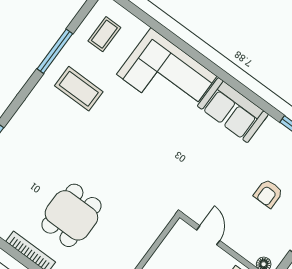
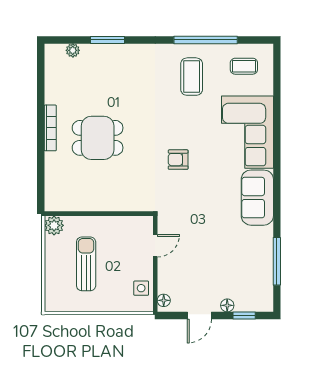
window: (55, 51) -> (206, 40), width x1.46
armchair: (268, 193) -> (178, 160), moved

